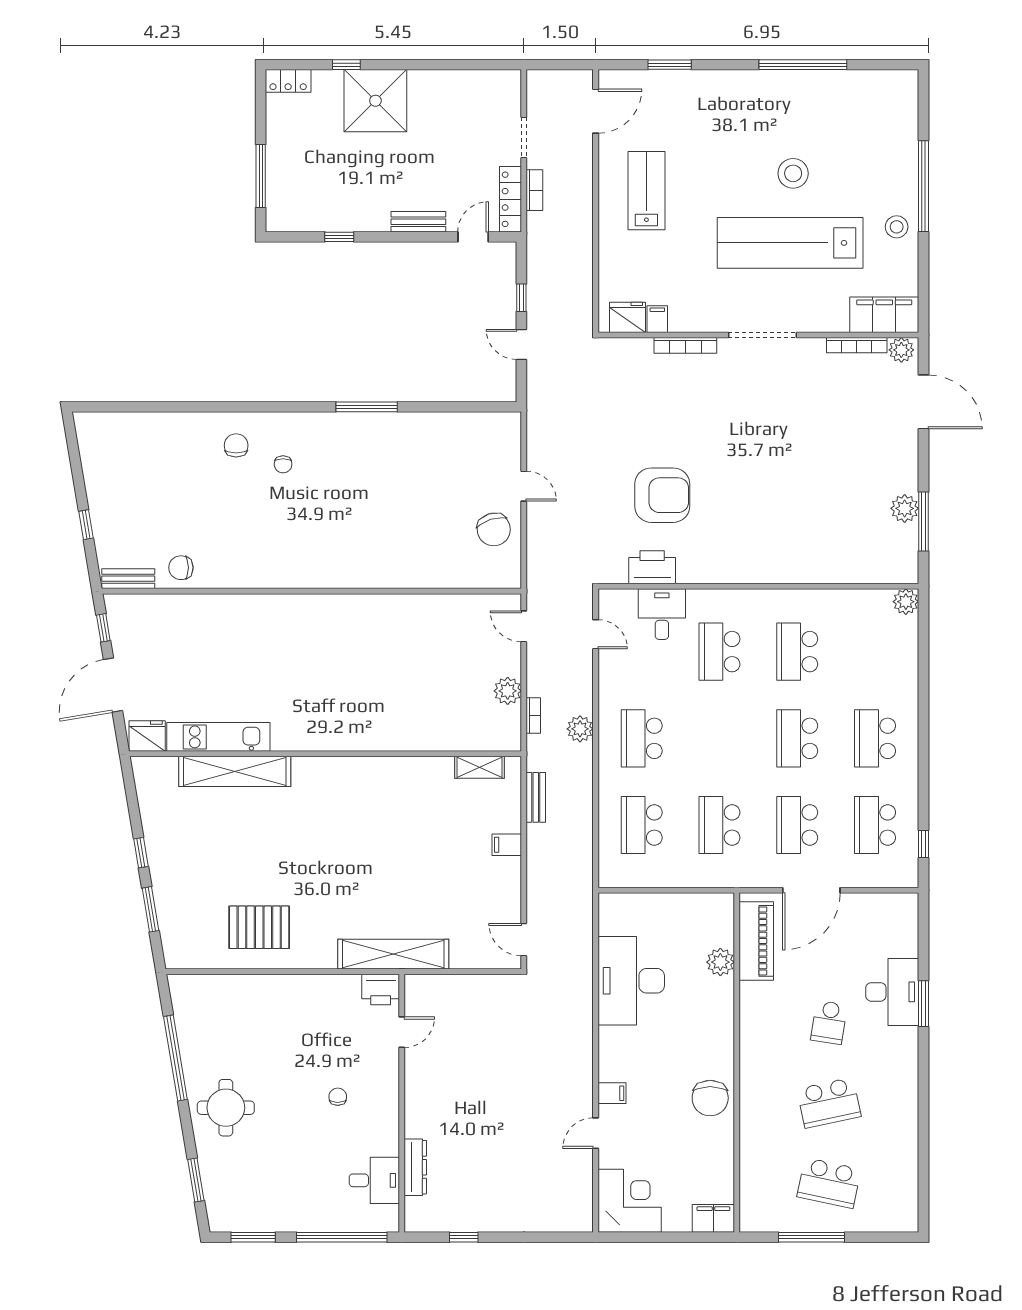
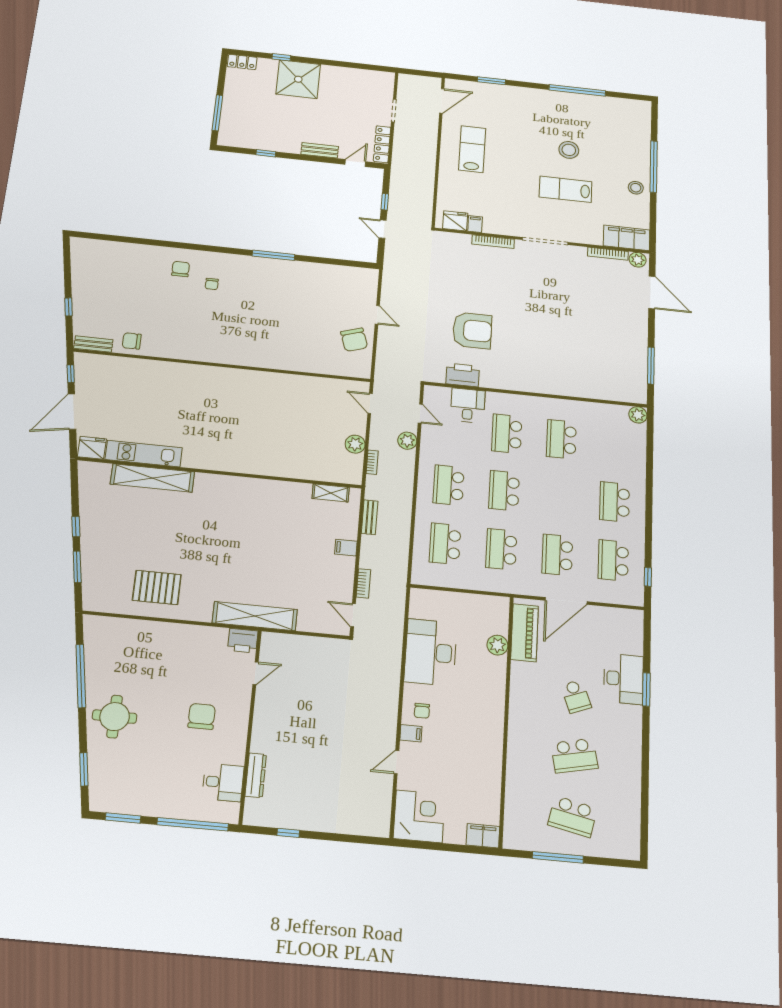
bookcase: (534, 190) -> (363, 583), moved
lab bench: (790, 243) -> (565, 189), width x0.54, depth x0.72
plant: (905, 508) -> (638, 356), removed
plant: (580, 729) -> (407, 441), moved
school desk: (797, 738) -> (504, 491), moved
school desk: (829, 1022) -> (576, 696), turned -30
chair: (338, 1097) -> (202, 716), width x1.87, depth x1.87
chair: (710, 1098) -> (422, 711), moved, width x0.54, depth x0.54

